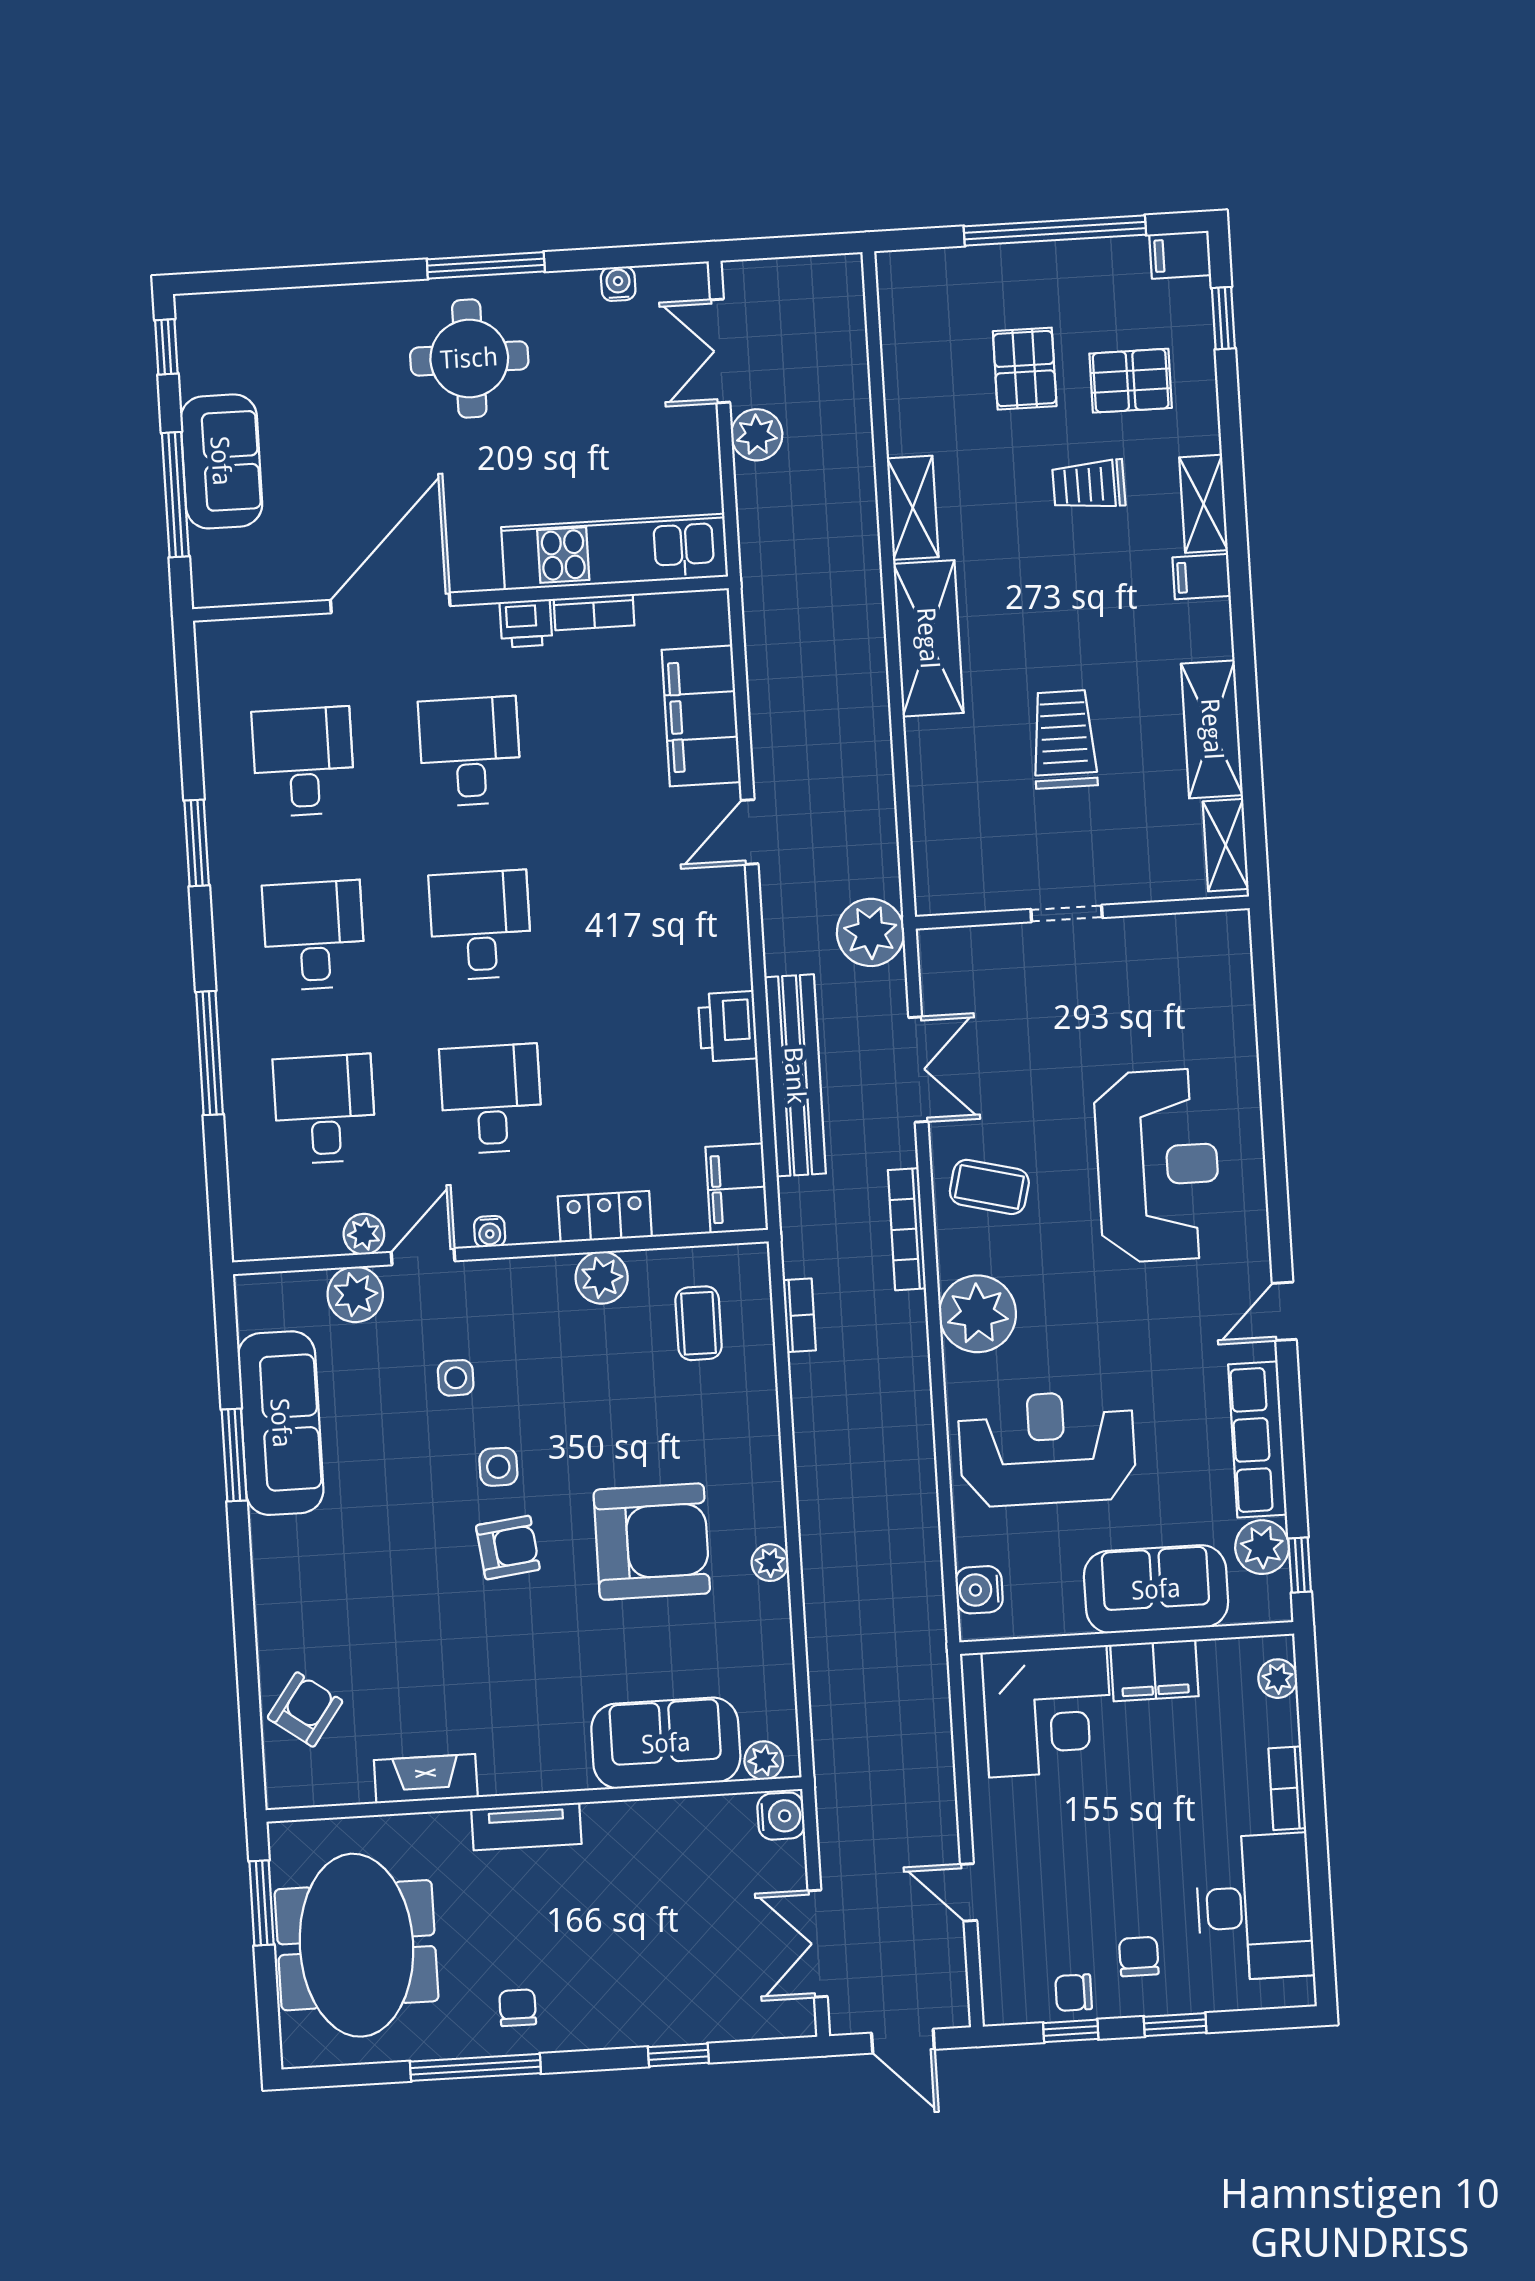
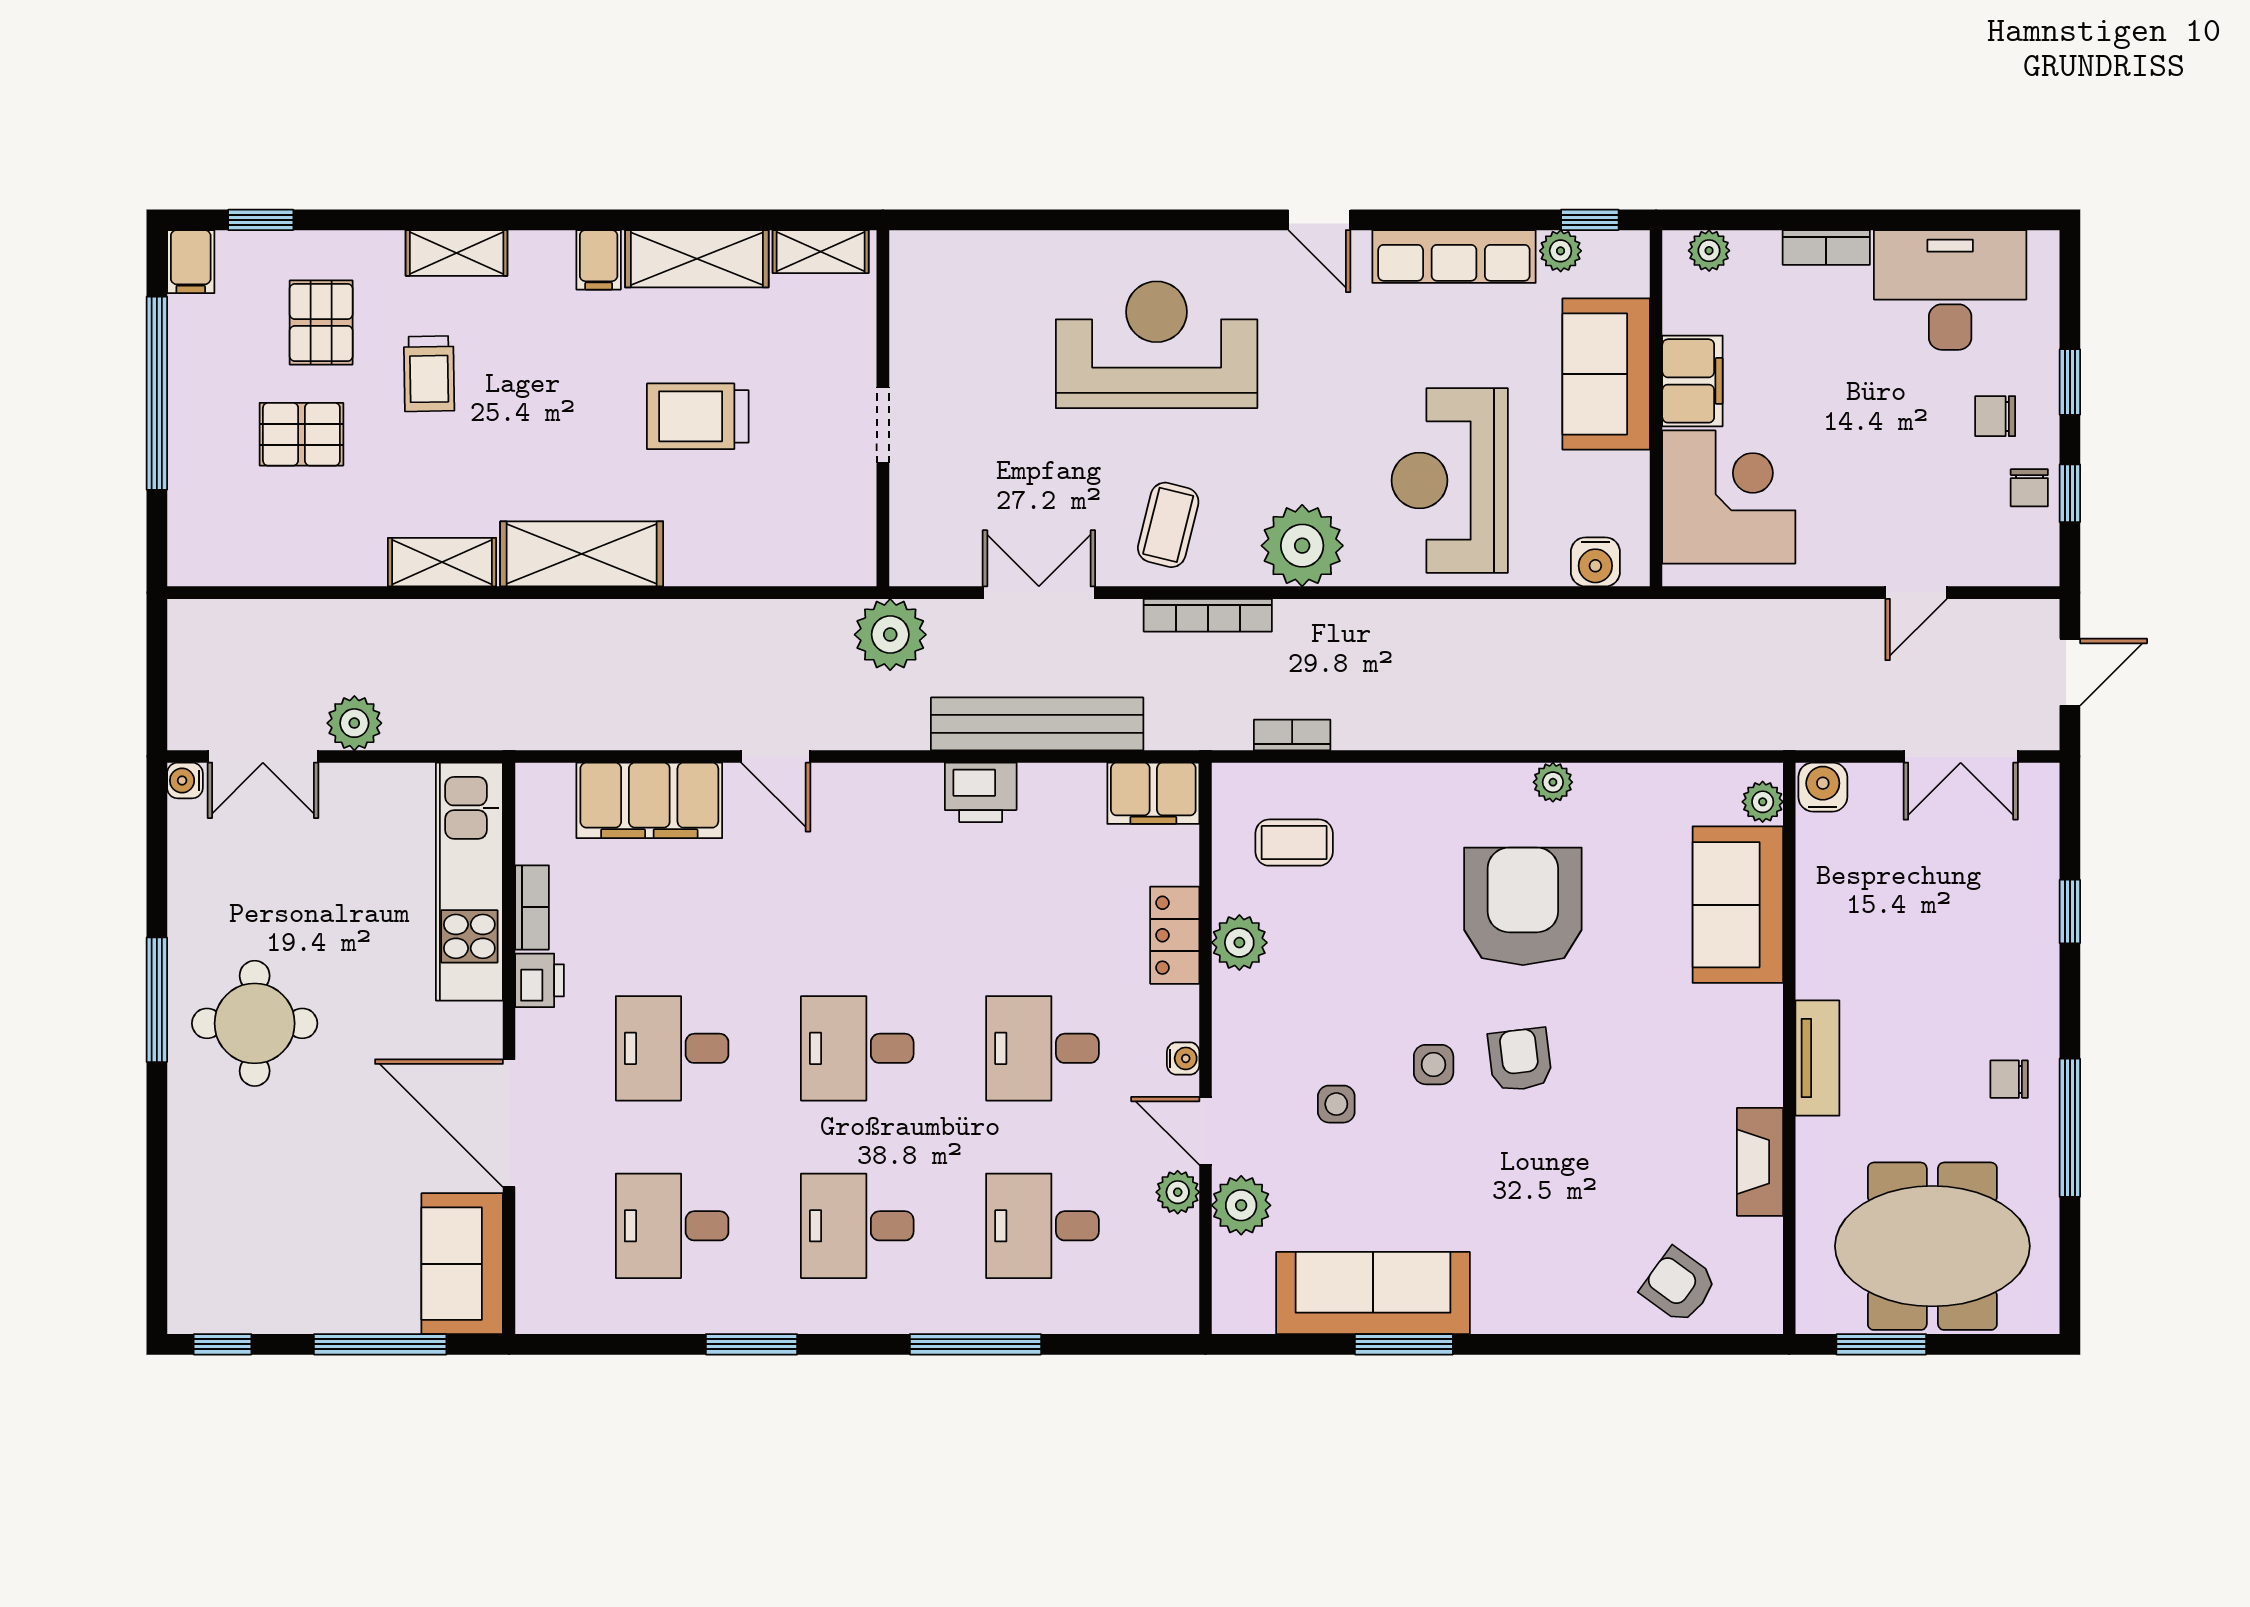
water cooler: (618, 284) -> (185, 780), moved
sofa: (221, 461) -> (462, 1264), moved, turned -90
filing cabinet: (1202, 577) -> (599, 260), moved
plant: (1262, 1547) -> (1561, 251), width x0.73, depth x0.73

